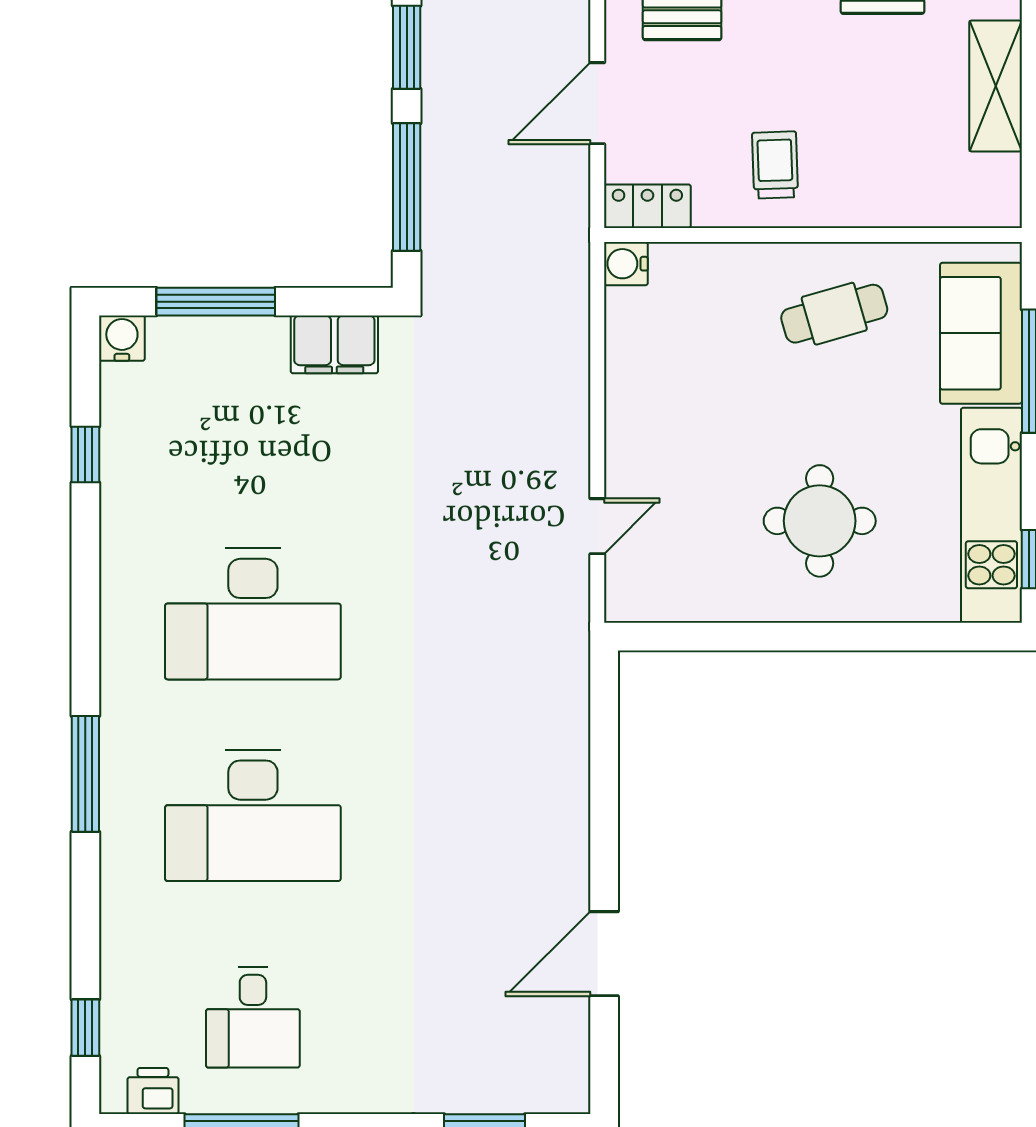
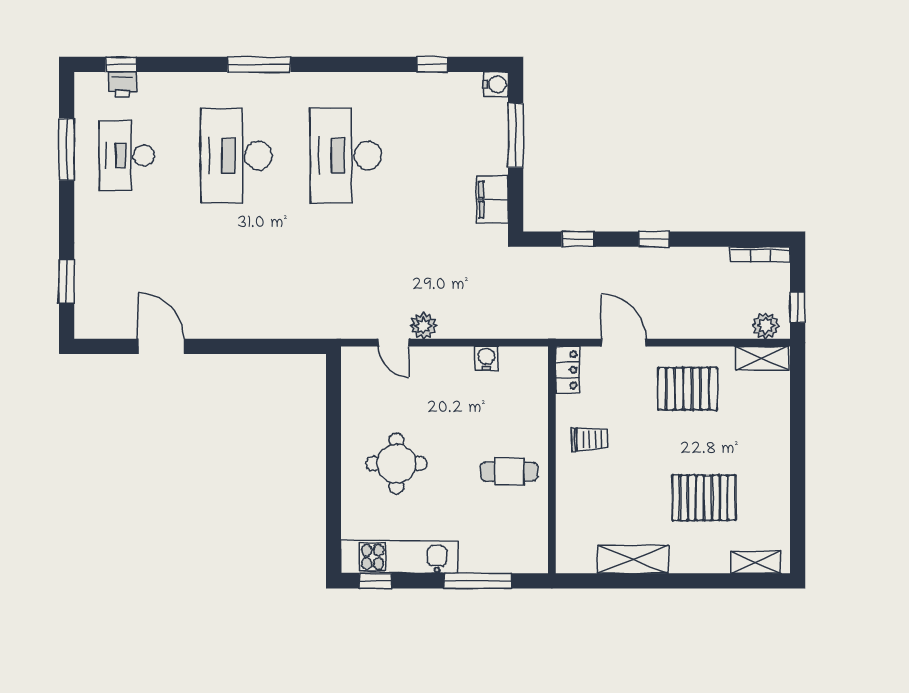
window: (407, 47) -> (654, 239), width x0.67
window: (407, 187) -> (578, 239), width x0.46
water cooler: (626, 264) -> (486, 358), moved
cafe table: (834, 314) -> (509, 471), turned -74
sofa: (981, 333) -> (498, 551), removed
plant: (566, 471) -> (424, 326), added
desk: (253, 1017) -> (127, 156), width x1.37
printer: (153, 1091) -> (122, 85), moved, turned 90

